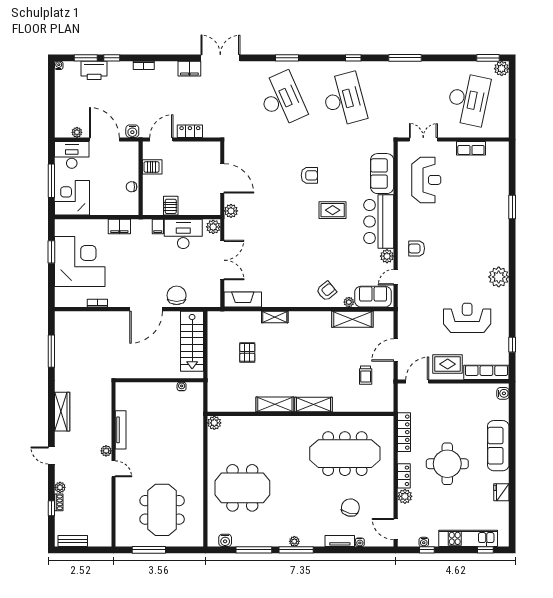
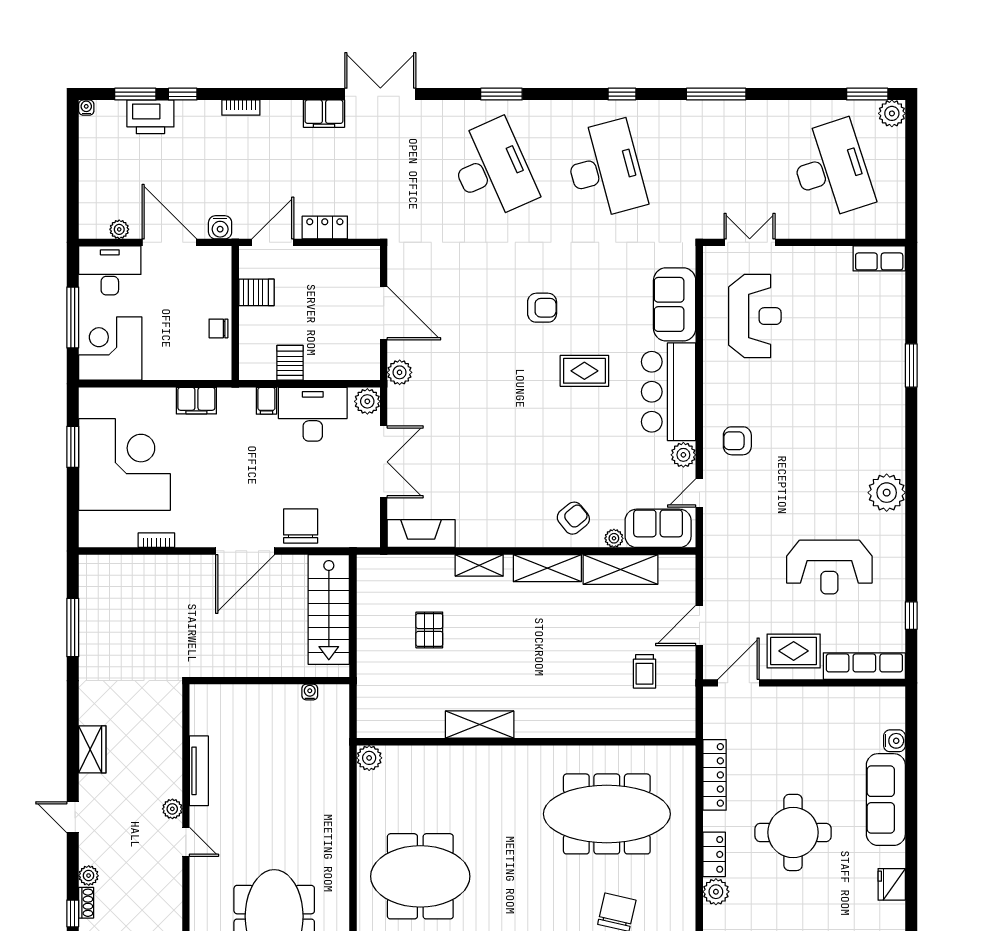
desk: (468, 99) -> (831, 169), turned -30
row of seats: (471, 148) -> (879, 258), moved
reception desk: (467, 318) -> (829, 567), turned 180
water cooler: (503, 393) -> (894, 741), moved
shelving: (313, 405) -> (547, 568), moved
wardrobe: (62, 412) -> (92, 749), width x0.67

